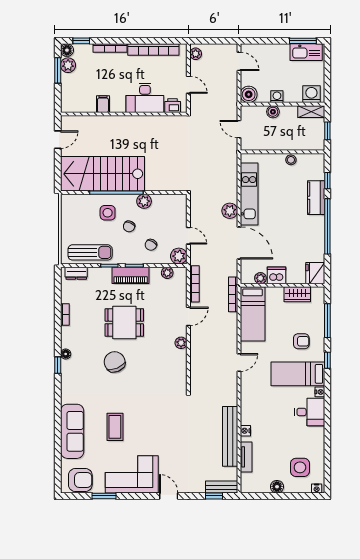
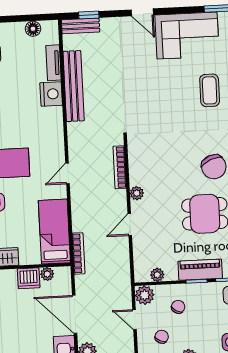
chair: (129, 226) -> (162, 337), moved
bookcase: (194, 284) -> (120, 167), moved
nightstand: (245, 431) -> (51, 94), width x1.89, depth x1.79
floor lamp: (277, 487) -> (33, 29), moved

